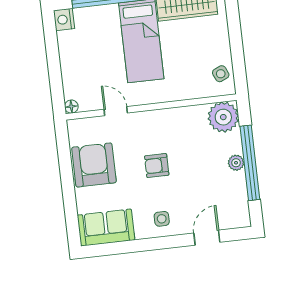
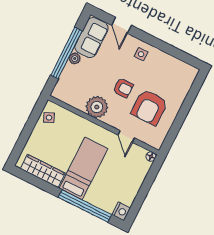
plant: (223, 117) -> (97, 107), moved
armchair: (94, 165) -> (149, 107), moved
sofa: (106, 228) -> (91, 38), moved, turned -90
door: (207, 238) -> (121, 25), hinge flipped

